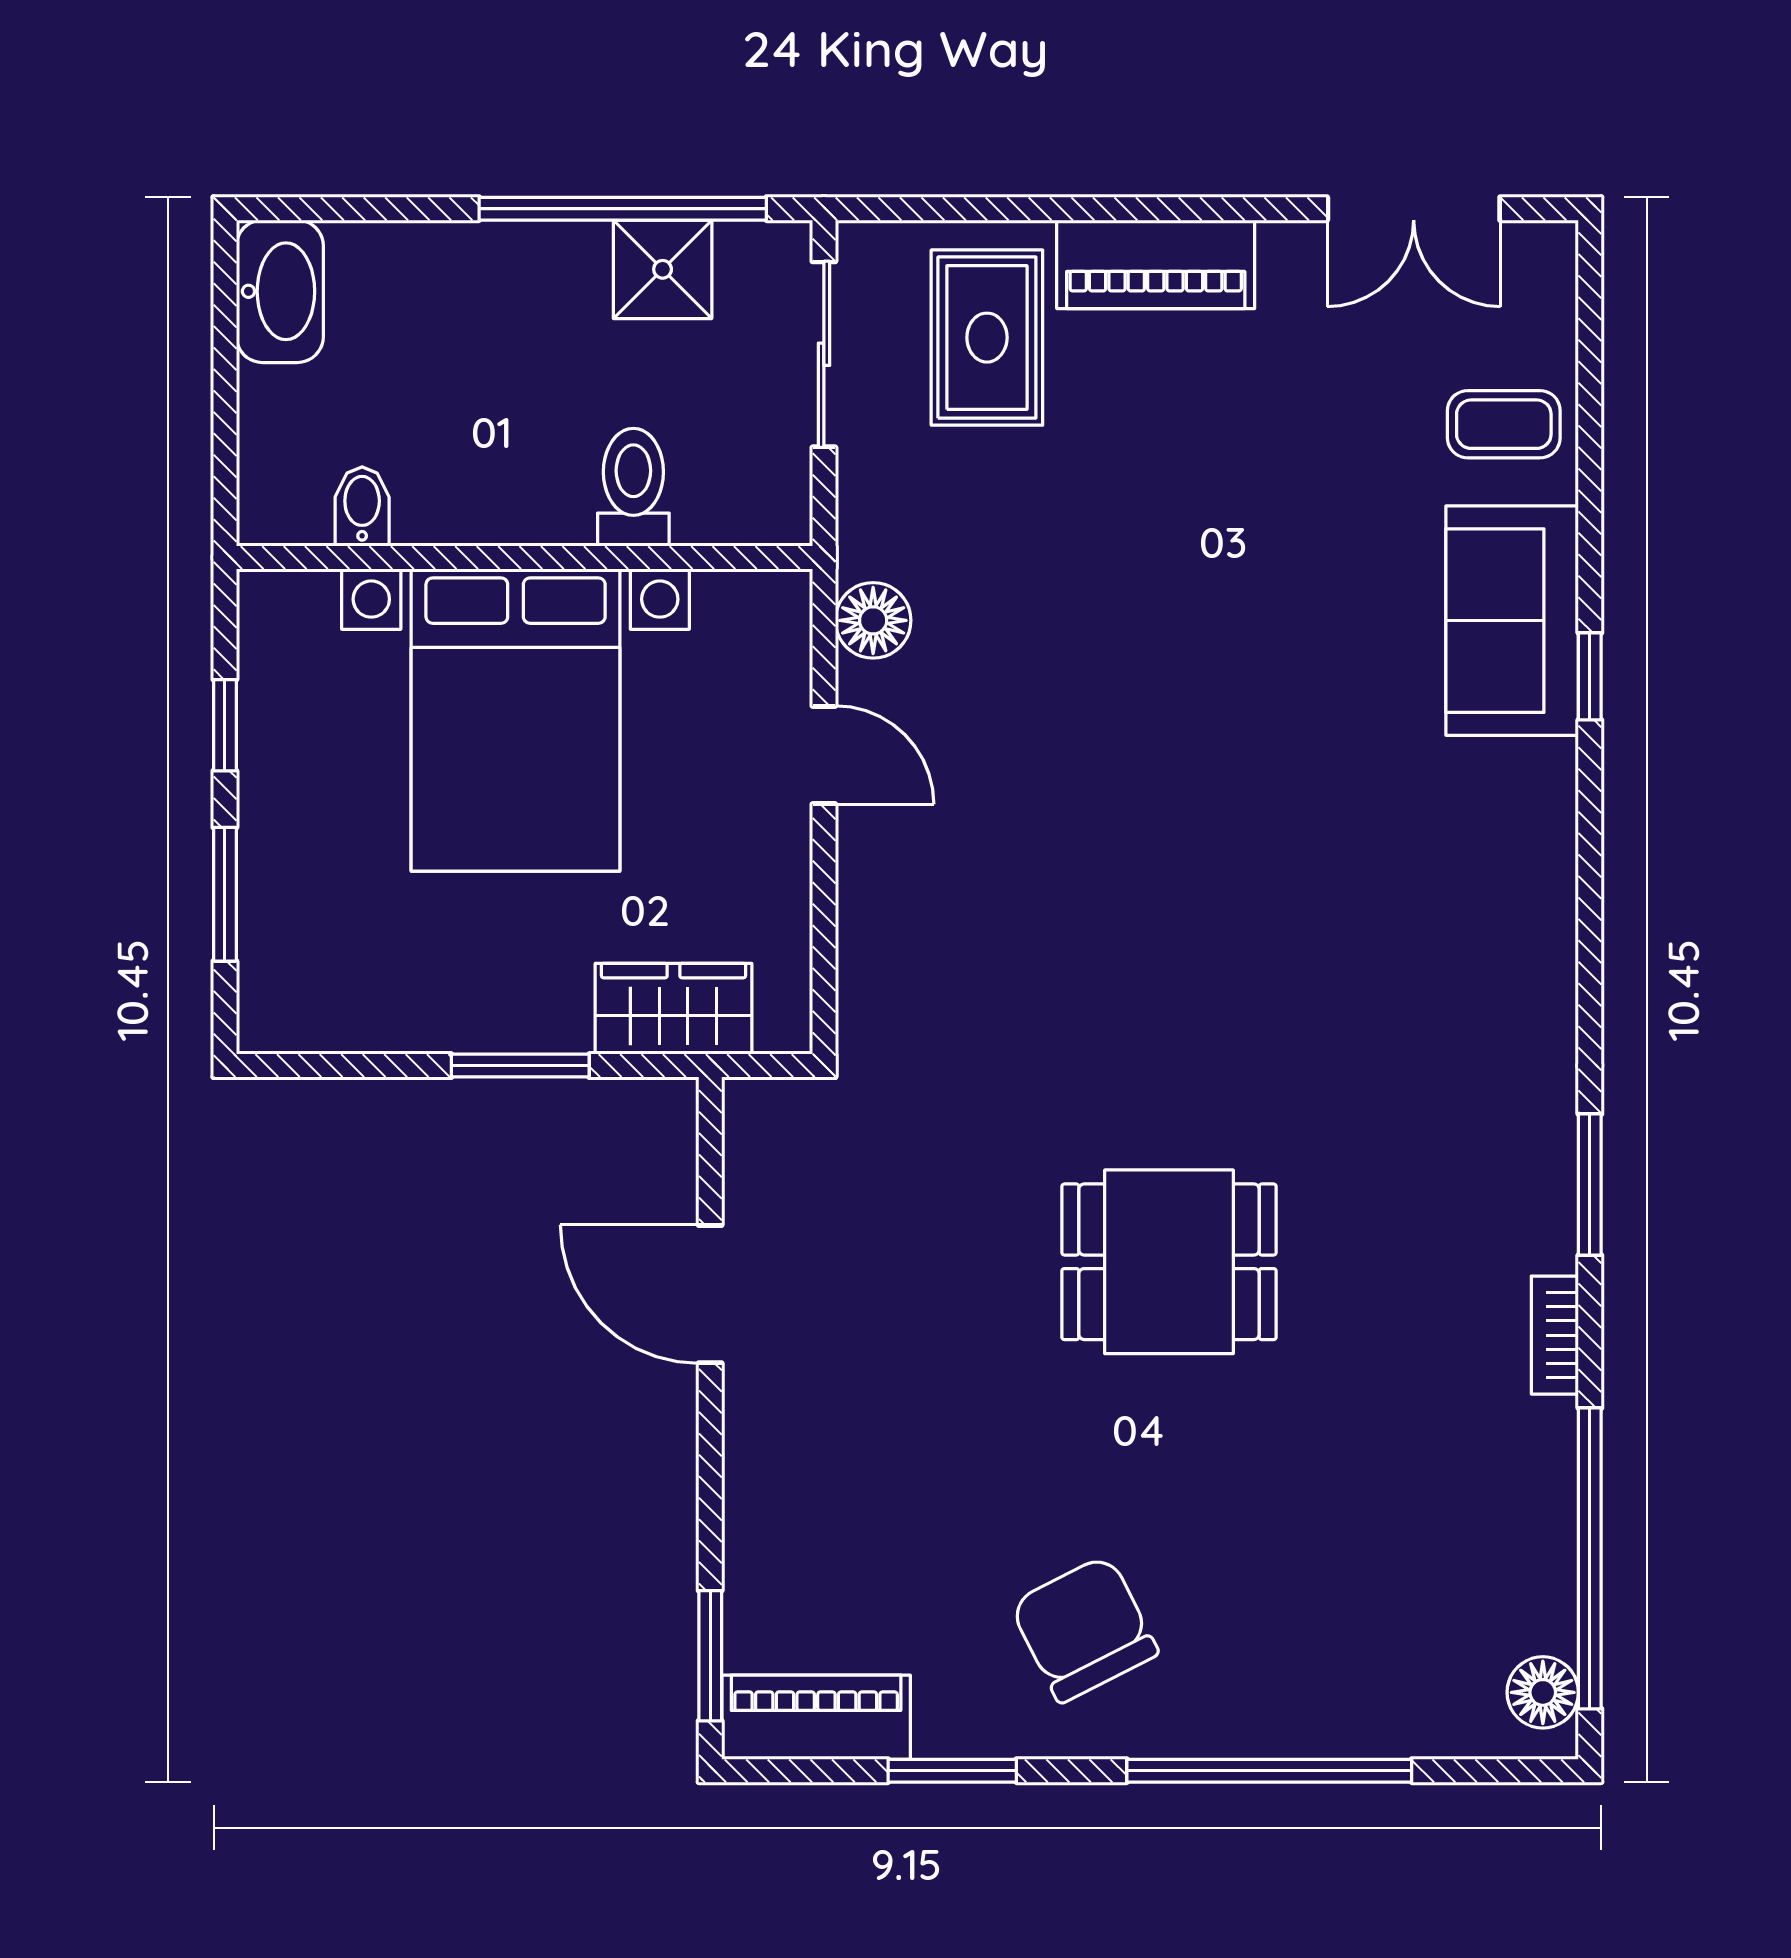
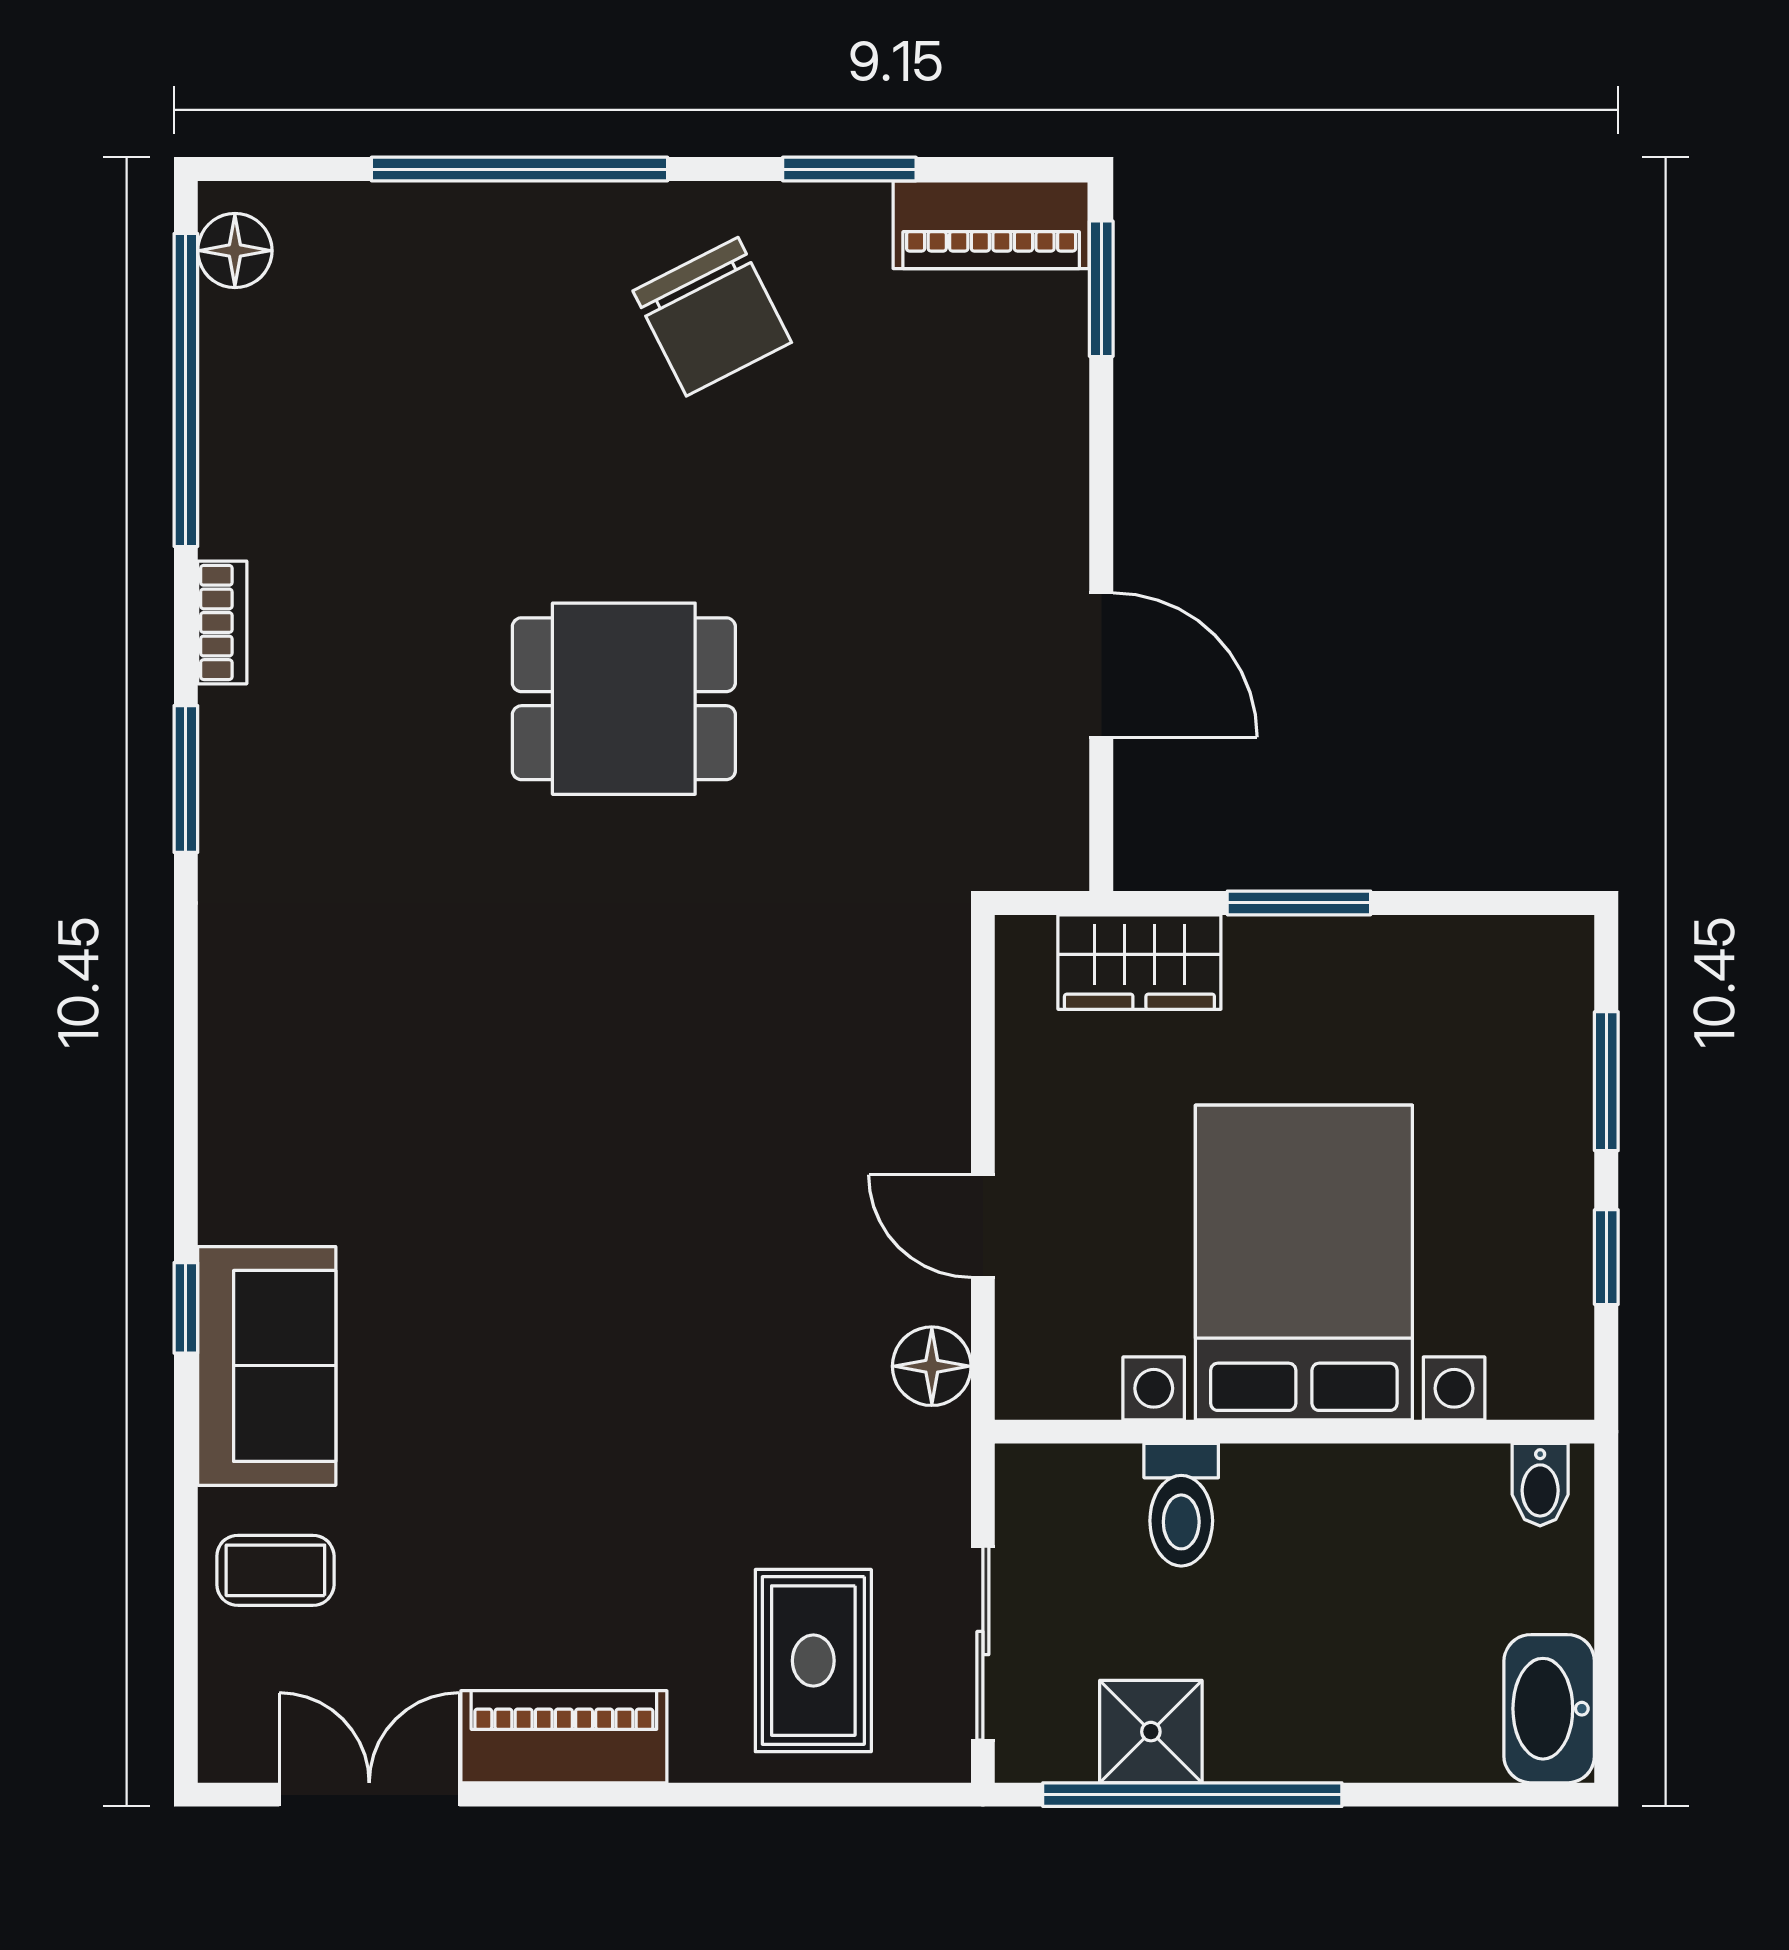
piano: (1156, 264) -> (564, 1737), moved
bidet: (362, 506) -> (1540, 1485), moved

